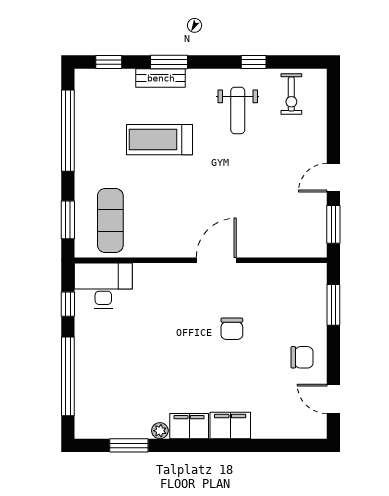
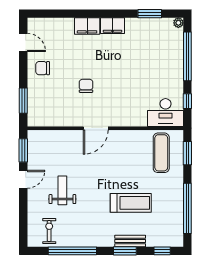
window: (254, 62) -> (72, 251), width x3.17
weight bench: (238, 110) -> (62, 190), moved
plant: (160, 431) -> (178, 23), moved

